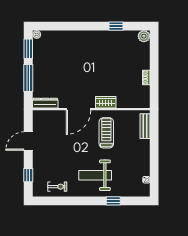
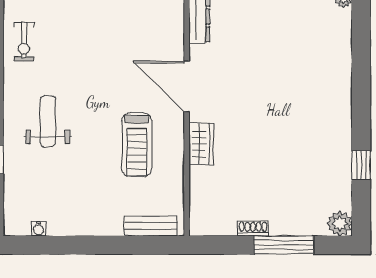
window: (154, 63) -> (284, 245), added
treadmill: (106, 133) -> (137, 145), turned 90
weight bench: (95, 175) -> (48, 121), width x0.73, depth x0.75

